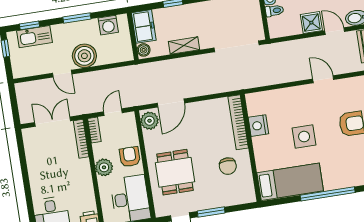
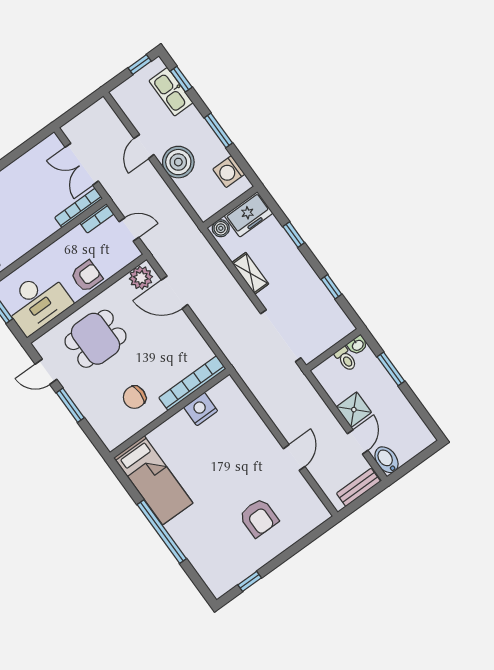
double door: (53, 122) -> (82, 164), swing flipped
side table: (304, 137) -> (215, 469), removed
plant: (104, 167) -> (59, 252), removed

